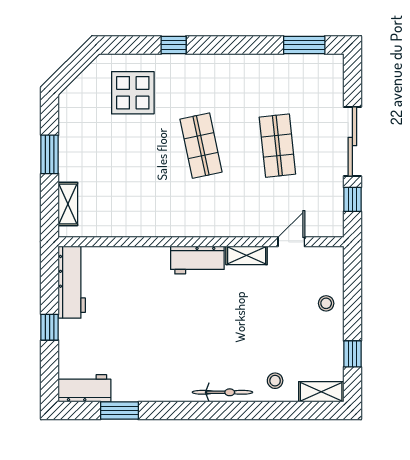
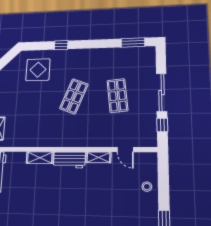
shop shelf: (201, 146) -> (74, 96), turned 33
door: (291, 242) -> (125, 150), swing flipped
shelving: (146, 256) -> (40, 158), added

